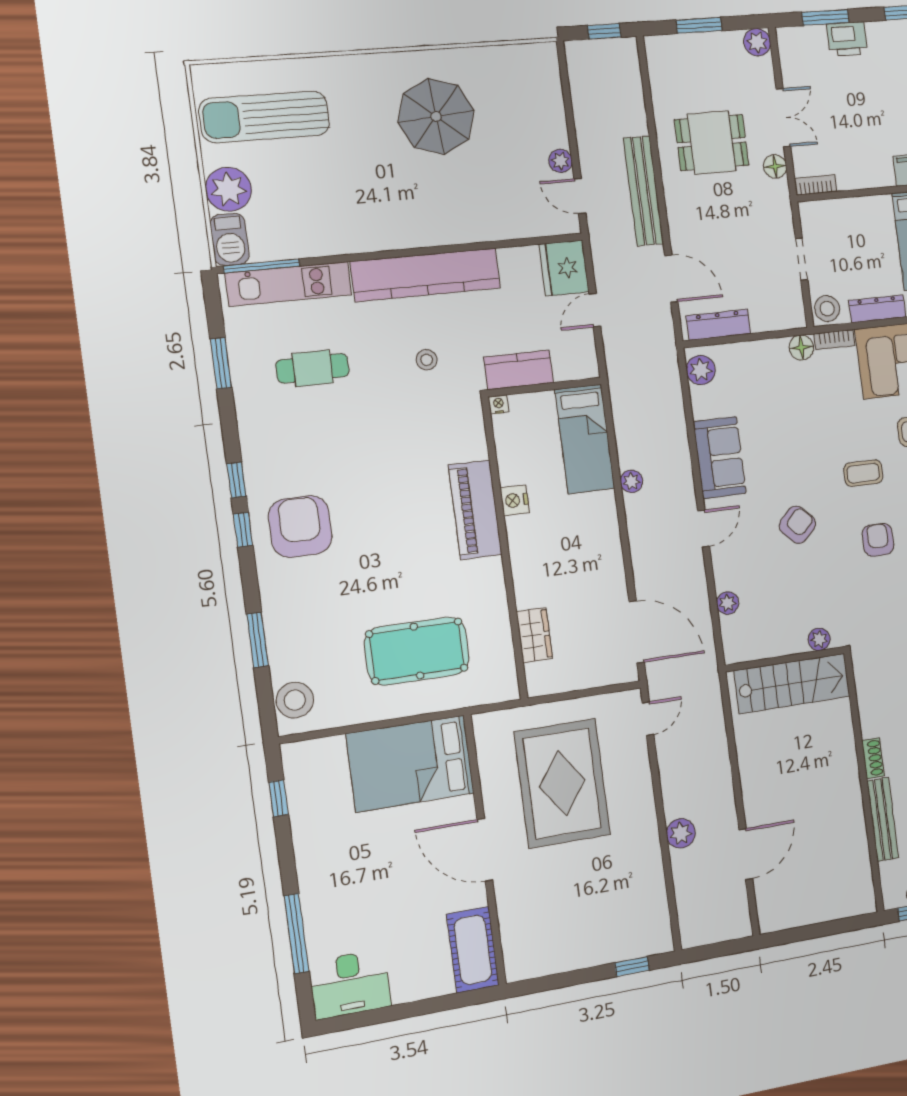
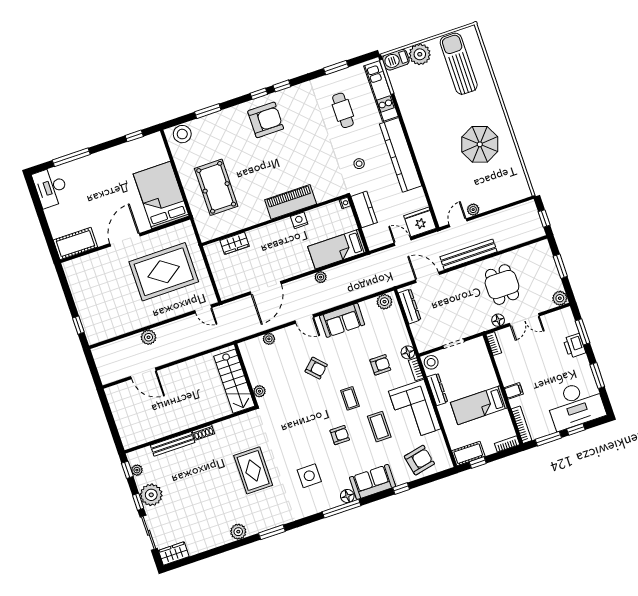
door: (671, 279) -> (427, 277), swing flipped
armchair: (878, 540) -> (380, 365), moved
door: (637, 632) -> (266, 288), moved

